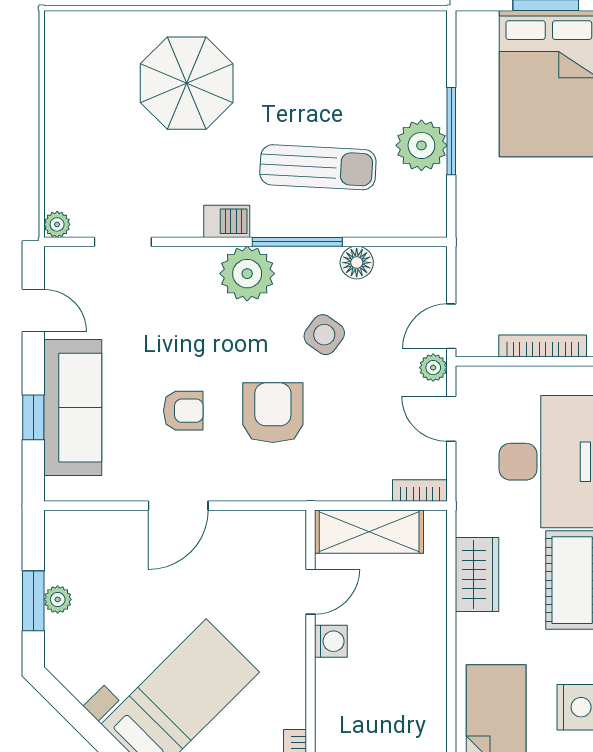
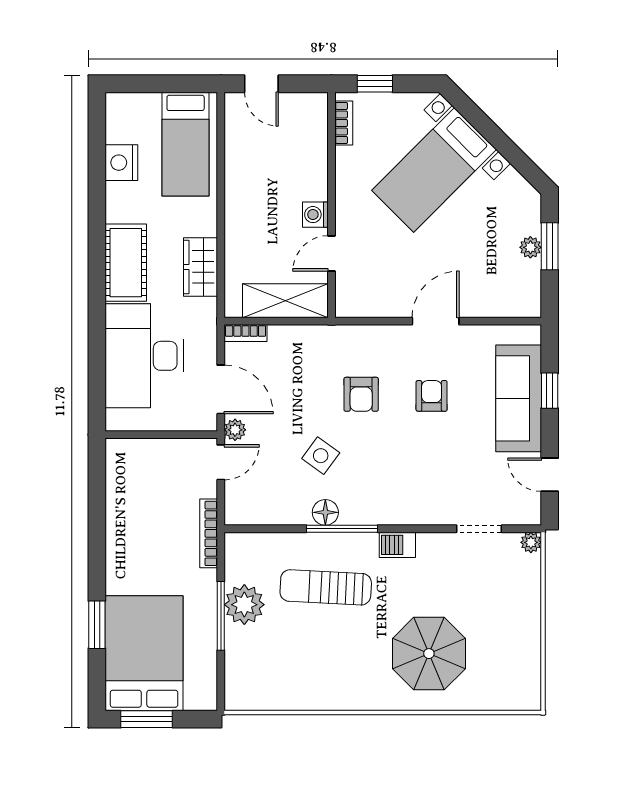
floor lamp: (357, 263) -> (325, 512), moved
plant: (247, 274) -> (381, 504), removed
bookcase: (543, 346) -> (209, 533), moved, turned 90
armchair: (183, 411) -> (432, 396), turned 90
armchair: (273, 413) -> (361, 394), width x0.72, depth x0.72
door: (451, 419) -> (221, 389), width x1.37

